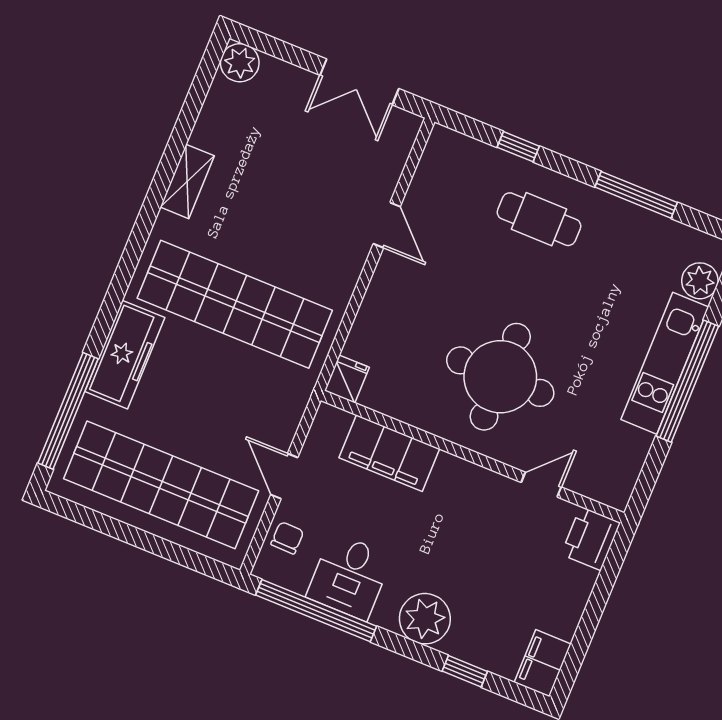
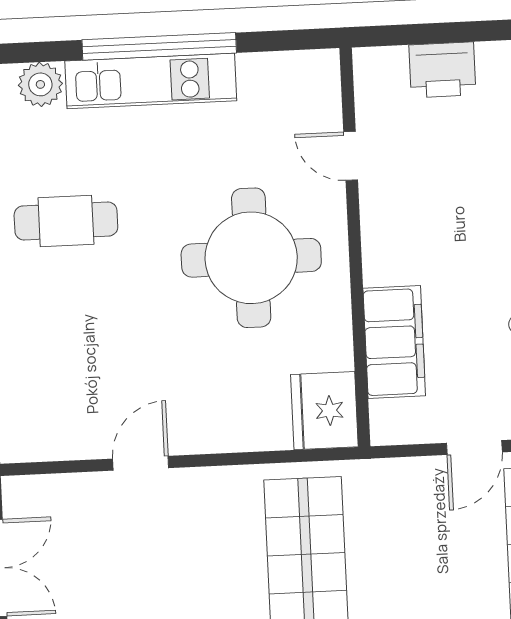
cafe table: (539, 219) -> (66, 221), moved, turned 90
fridge: (347, 379) -> (324, 411), width x1.88, depth x1.34
printer: (591, 538) -> (442, 70), moved

